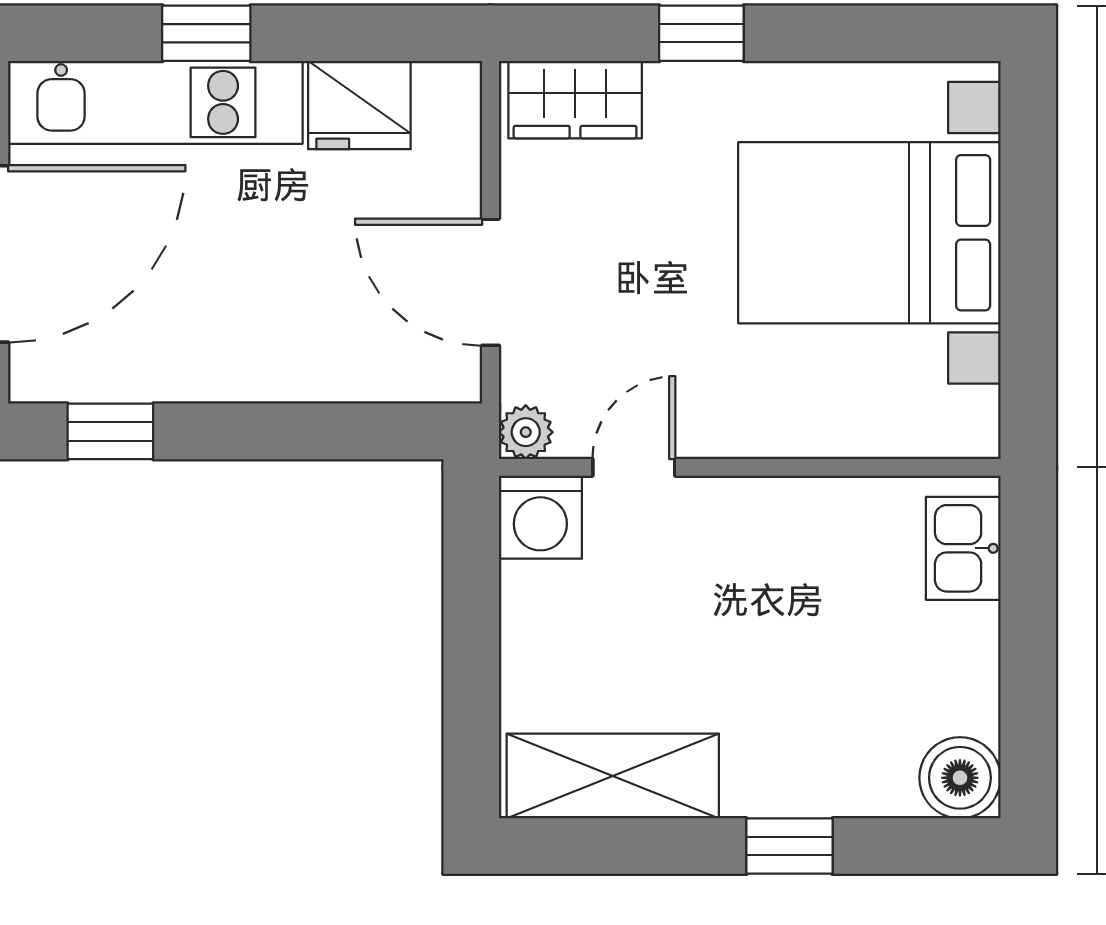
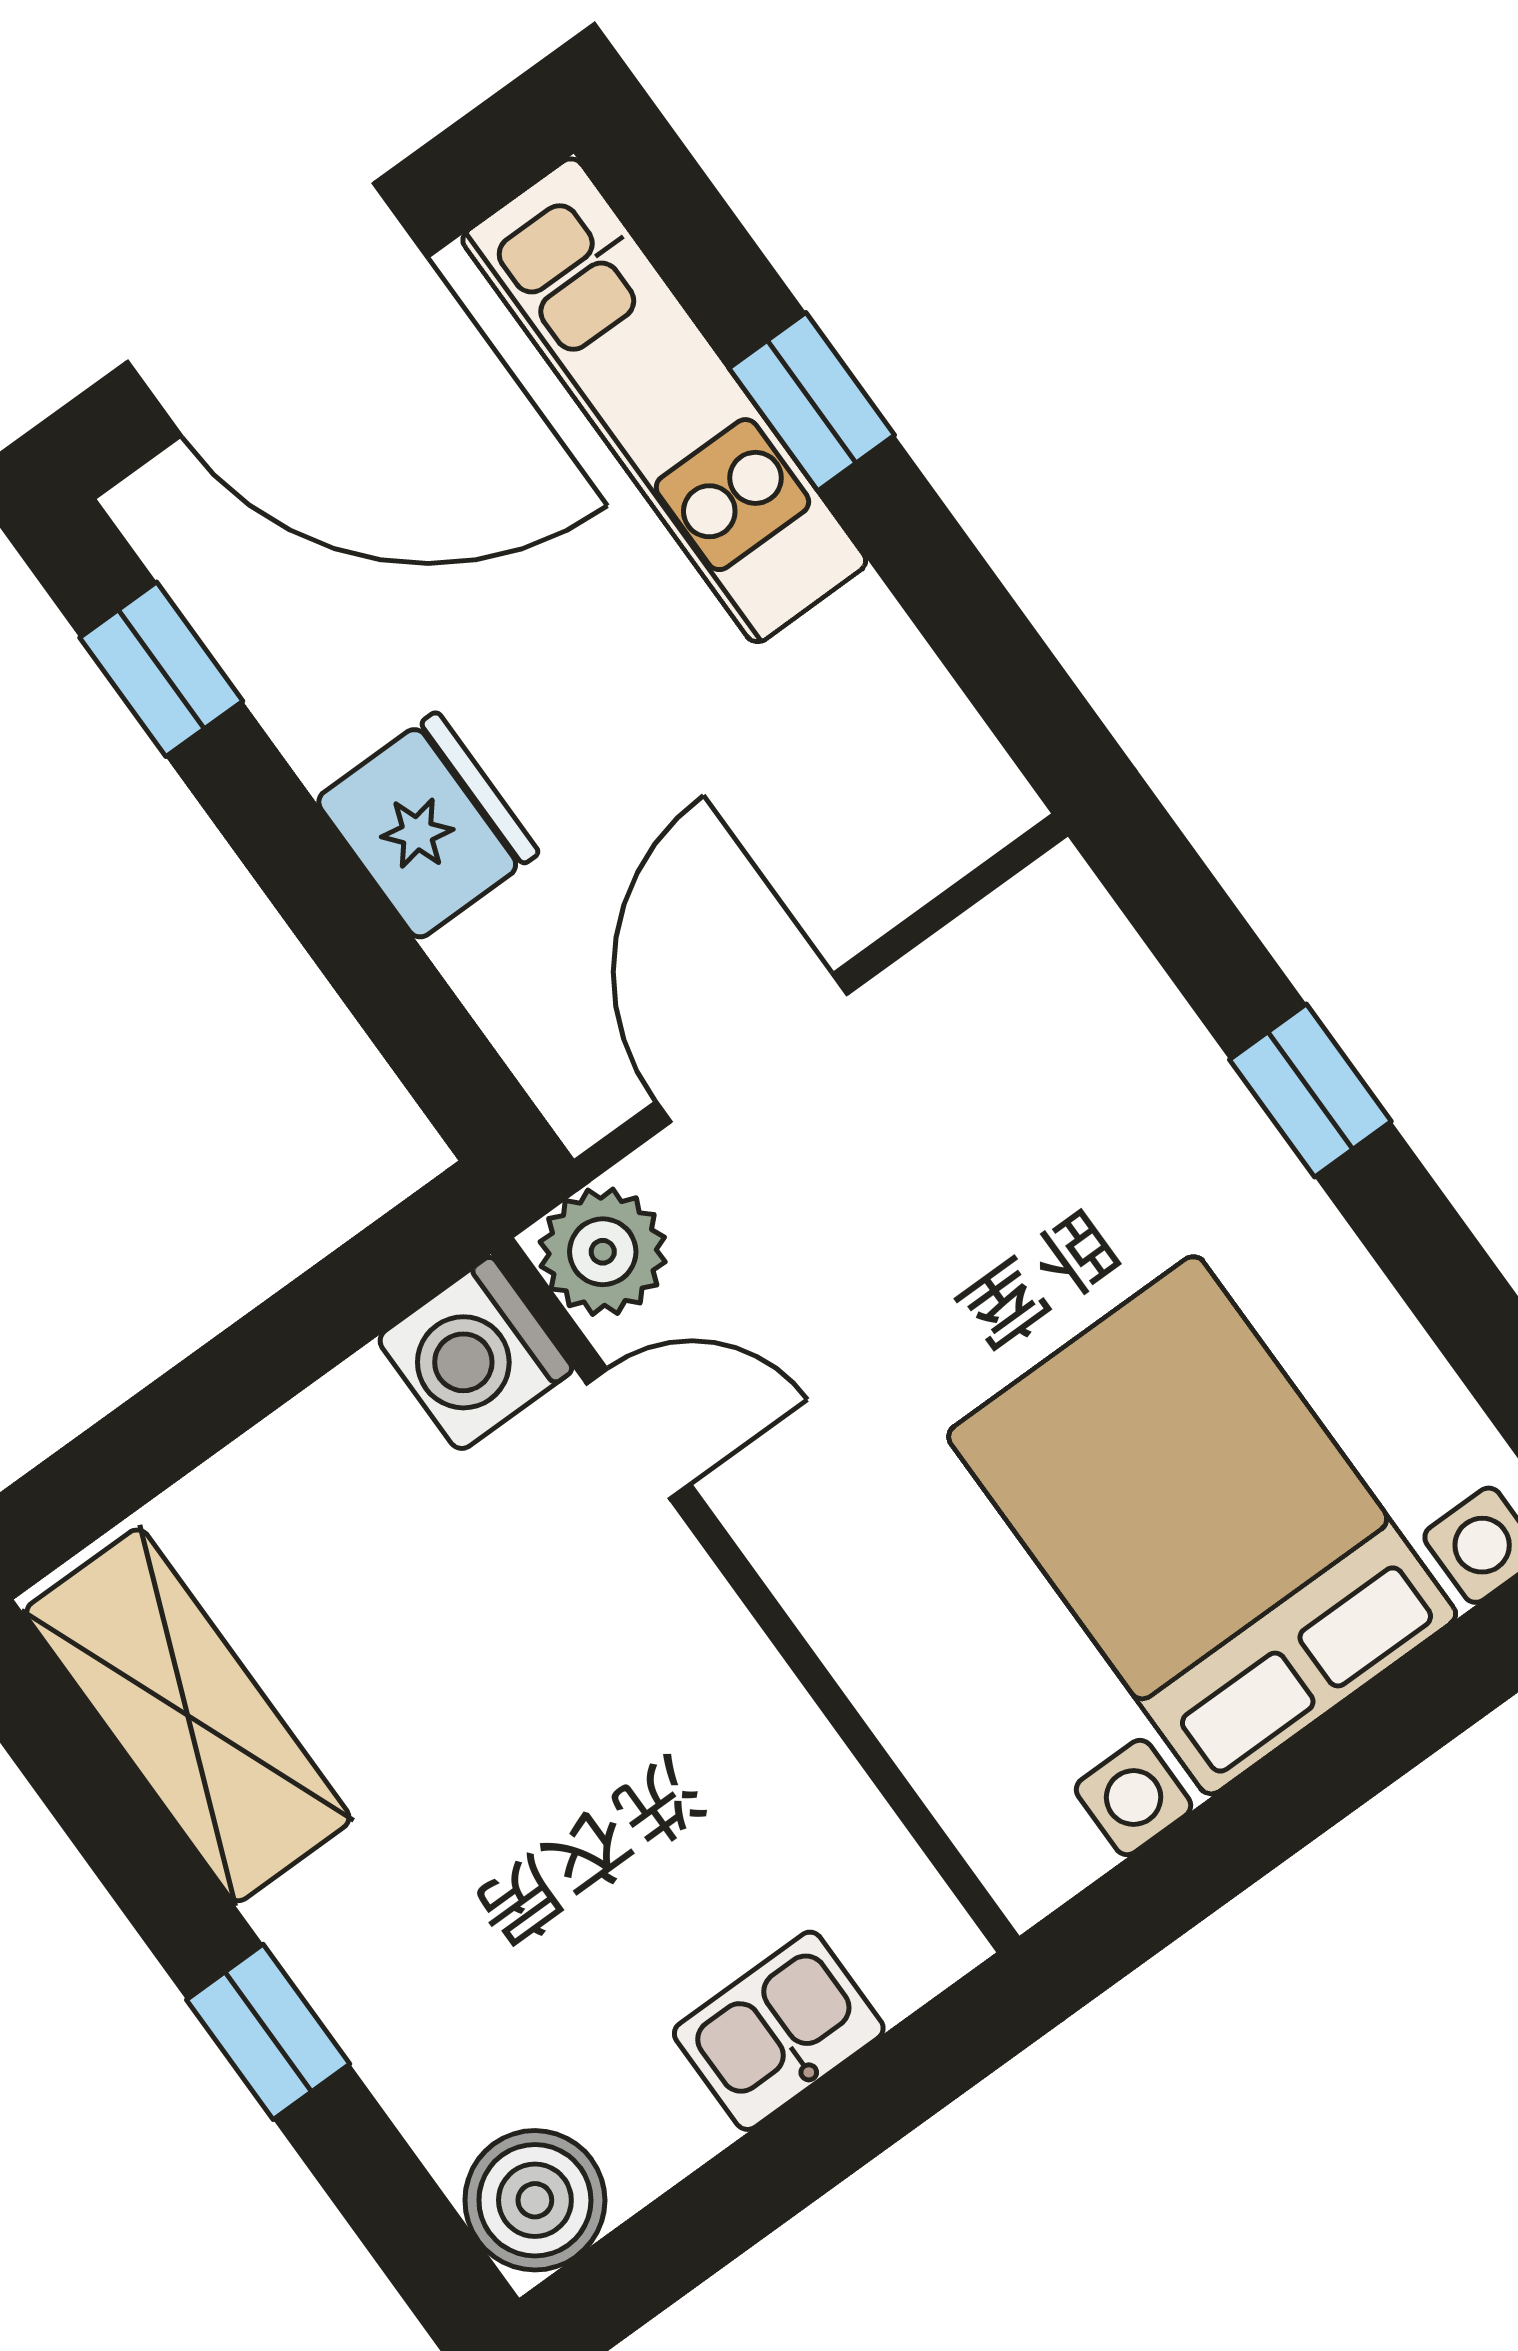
wardrobe: (575, 100) -> (1091, 982), removed
fridge: (359, 105) -> (427, 826), moved, turned 180
plant: (526, 432) -> (603, 1252), width x1.38, depth x1.38
kitchen sink: (963, 548) -> (779, 2031), moved

